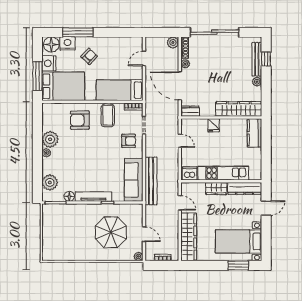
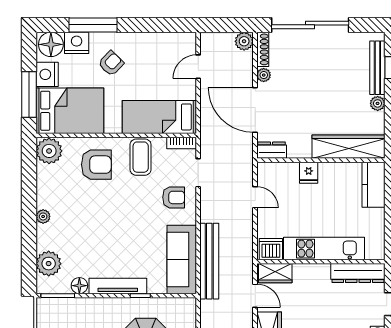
armchair: (80, 120) -> (96, 165), turned 180
plant: (50, 139) -> (49, 151), moved
wardrobe: (216, 189) -> (275, 273), moved

